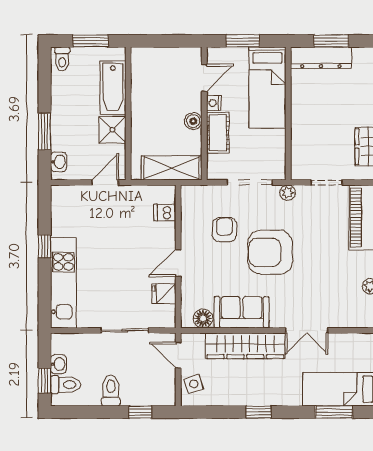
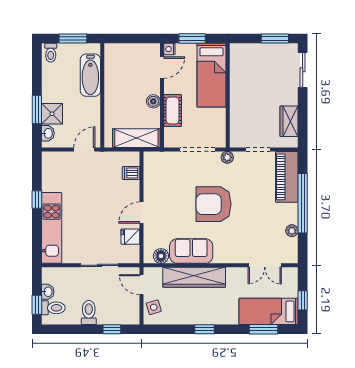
window: (331, 41) -> (275, 38), moved
dresser: (321, 58) -> (253, 52), removed
nightstand: (214, 103) -> (169, 49), moved
shower: (112, 130) -> (52, 114), moved
armchair: (225, 230) -> (178, 186), removed
double door: (307, 330) -> (265, 265), moved

